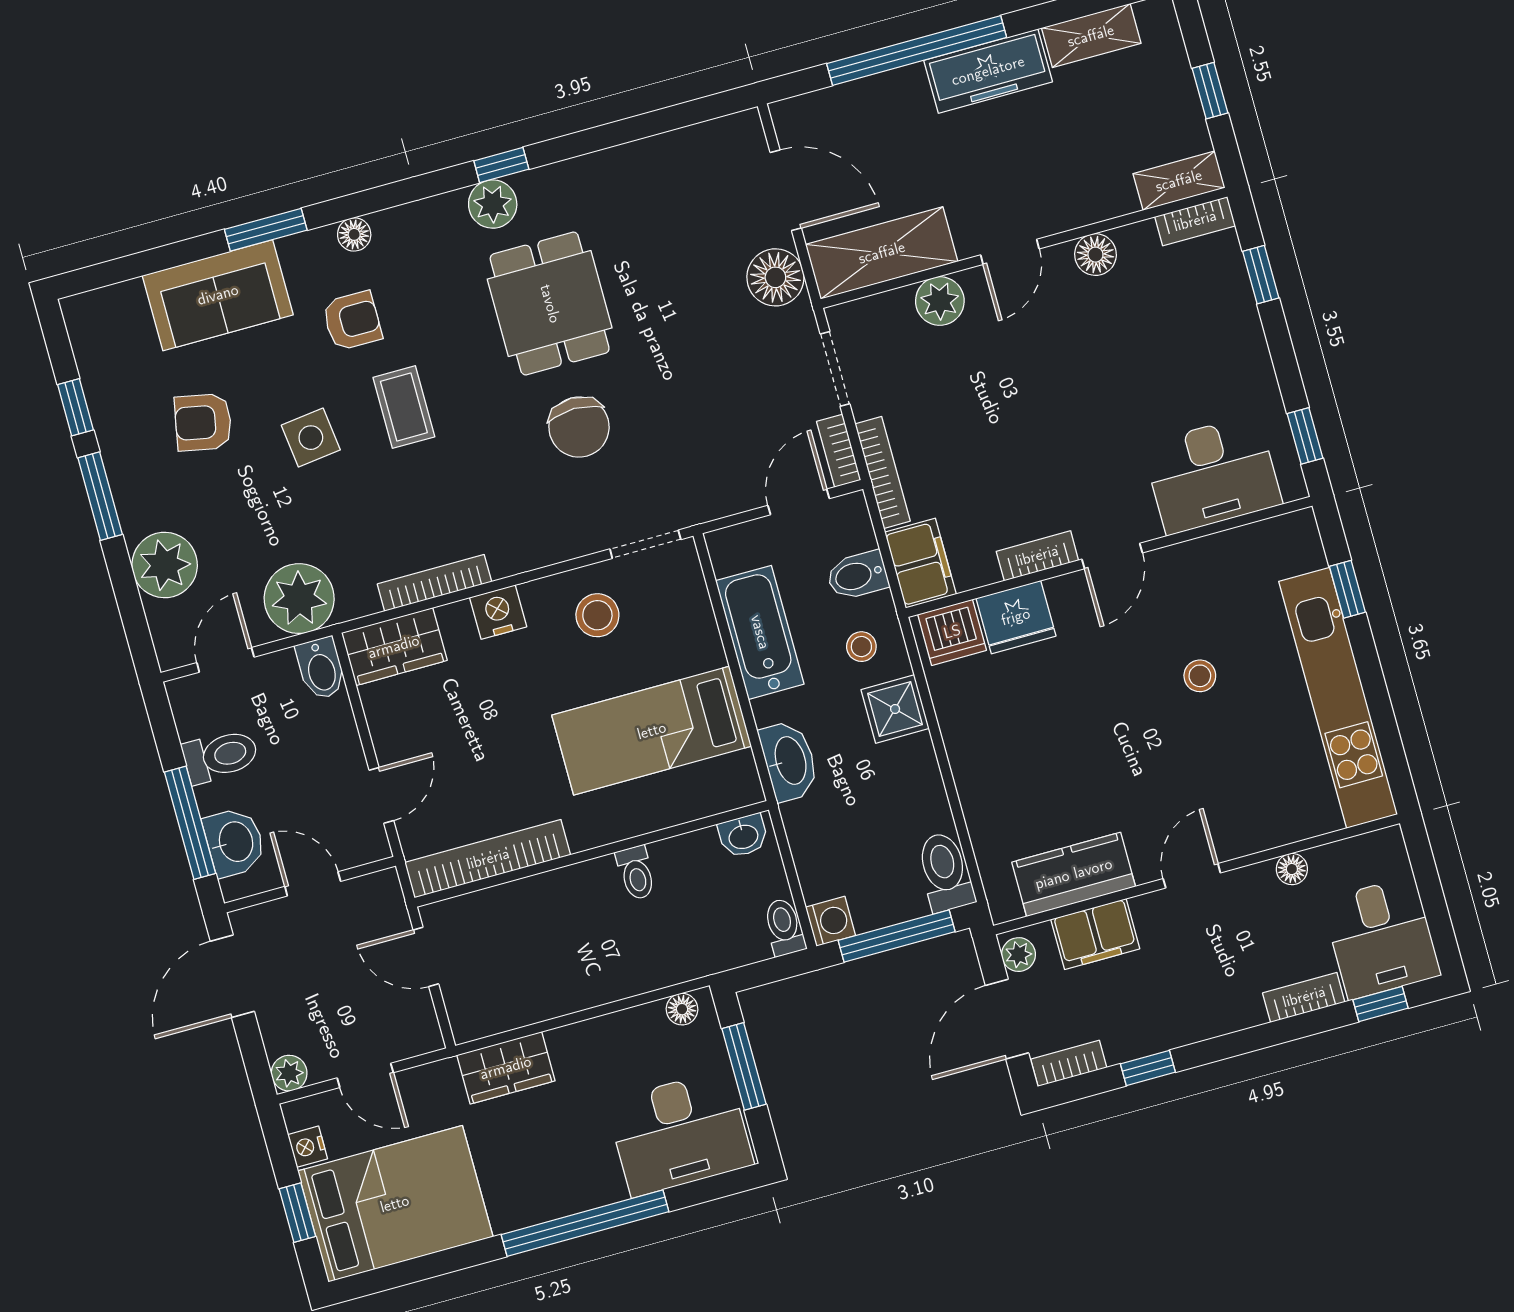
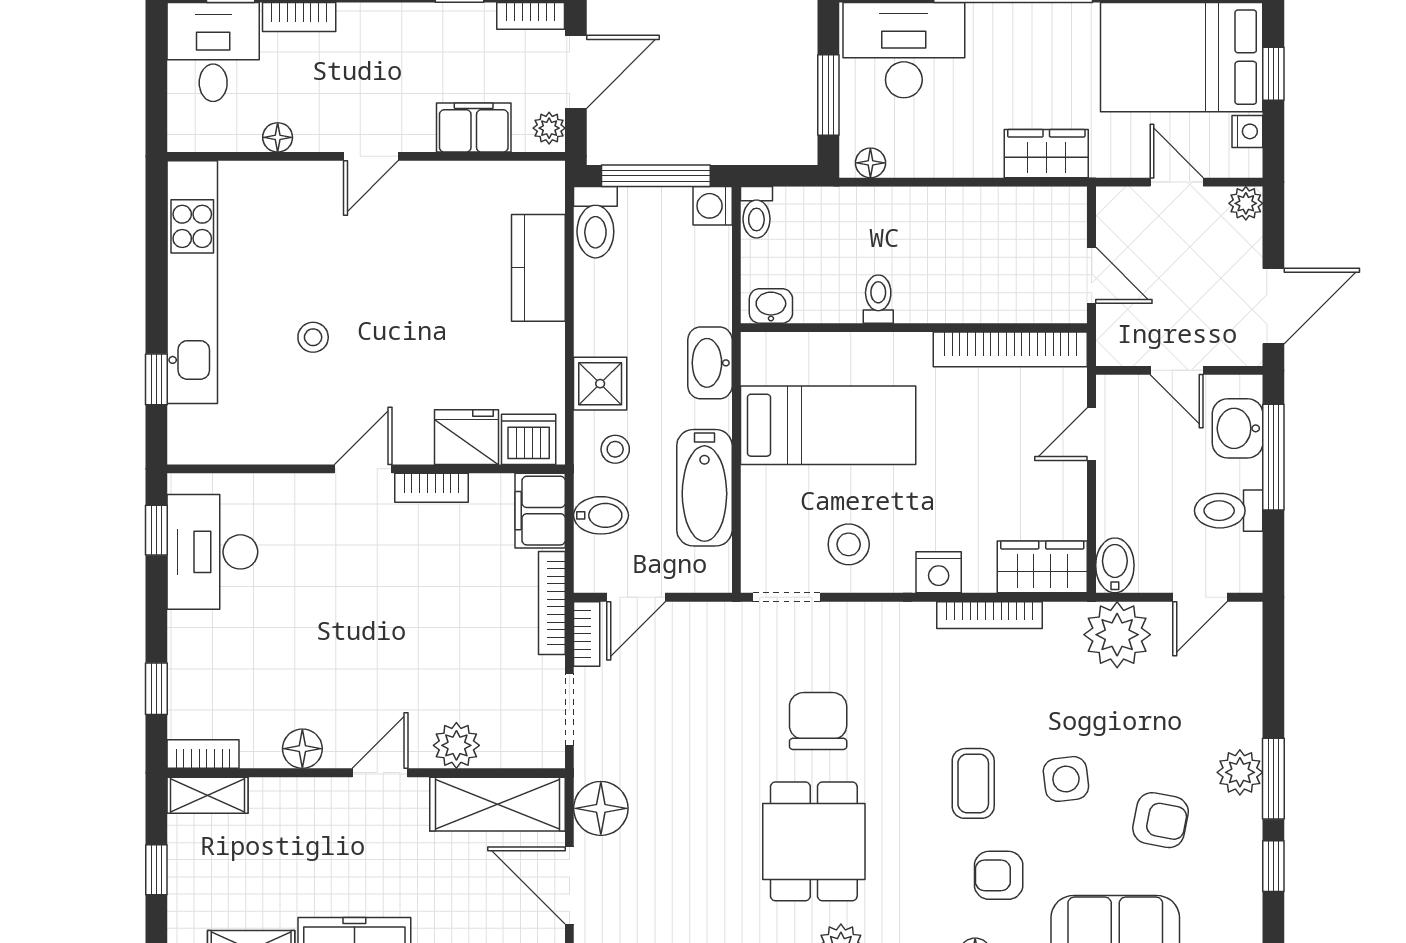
desk: (1212, 474) -> (212, 552), moved, turned -90
plant: (165, 565) -> (1240, 772), moved, width x0.73, depth x0.73
kitchen counter: (1074, 874) -> (538, 268), moved, turned 90

